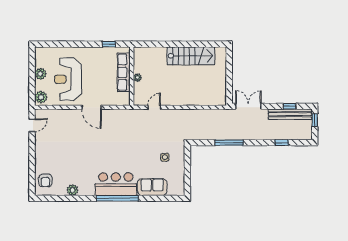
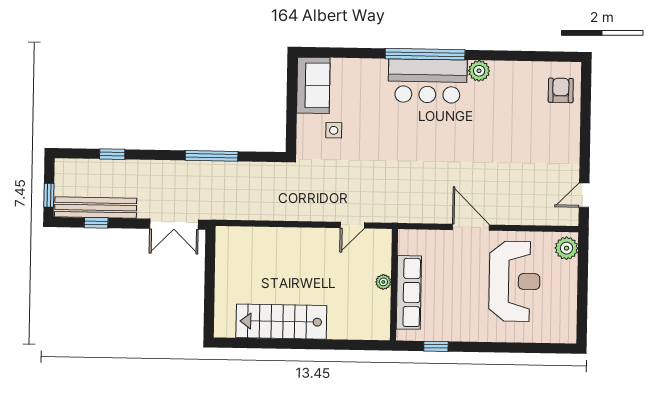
plant: (41, 74) -> (566, 292), removed
sofa: (152, 187) -> (313, 85), moved, turned -90
plant: (72, 190) -> (479, 71), moved

